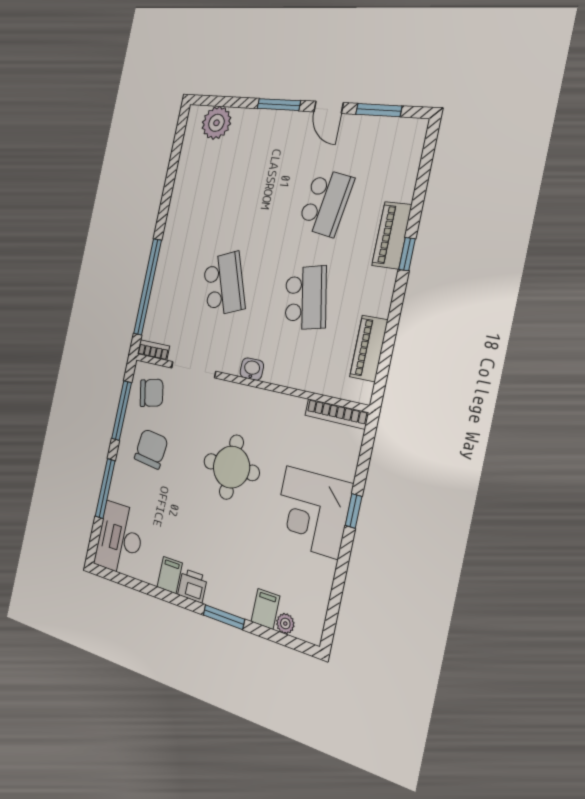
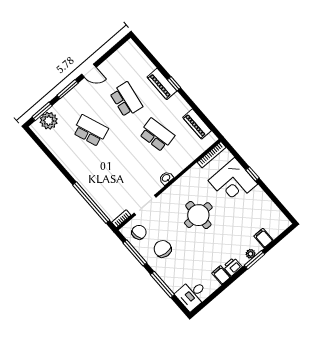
window: (379, 110) -> (42, 111), moved
school desk: (224, 284) -> (90, 131), moved
corner desk: (312, 512) -> (233, 182), moved
desk: (120, 538) -> (192, 294), width x0.73
plant: (285, 624) -> (250, 254), moved

